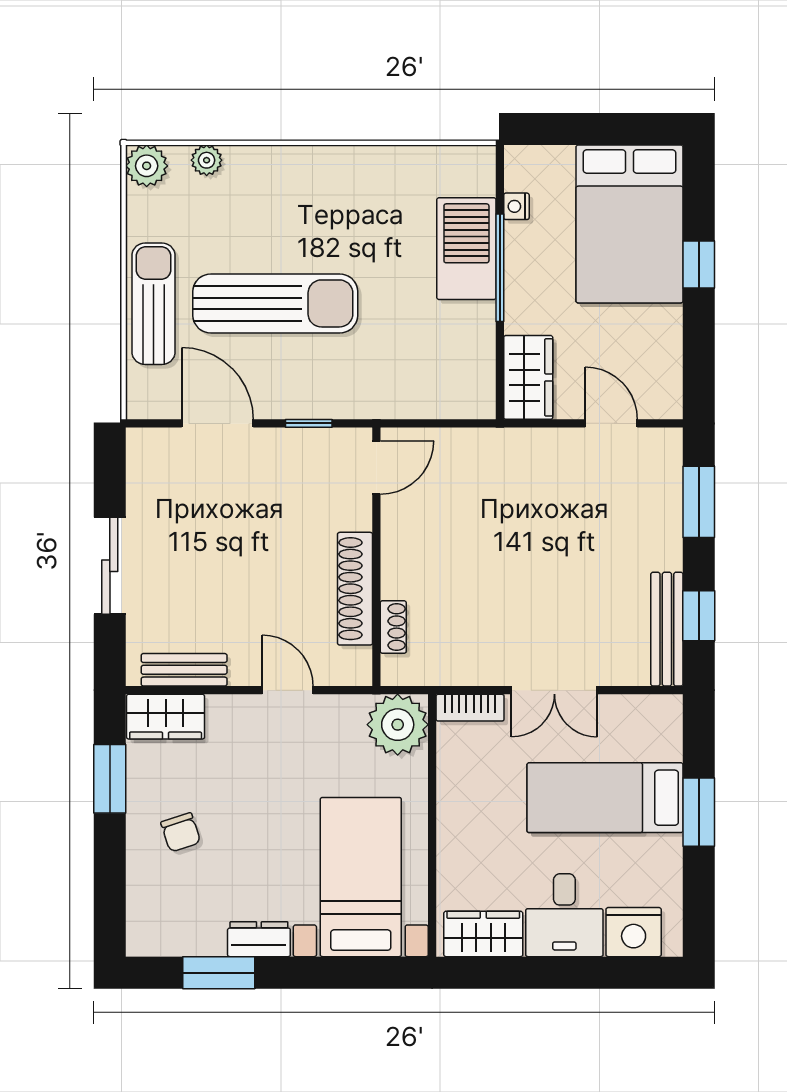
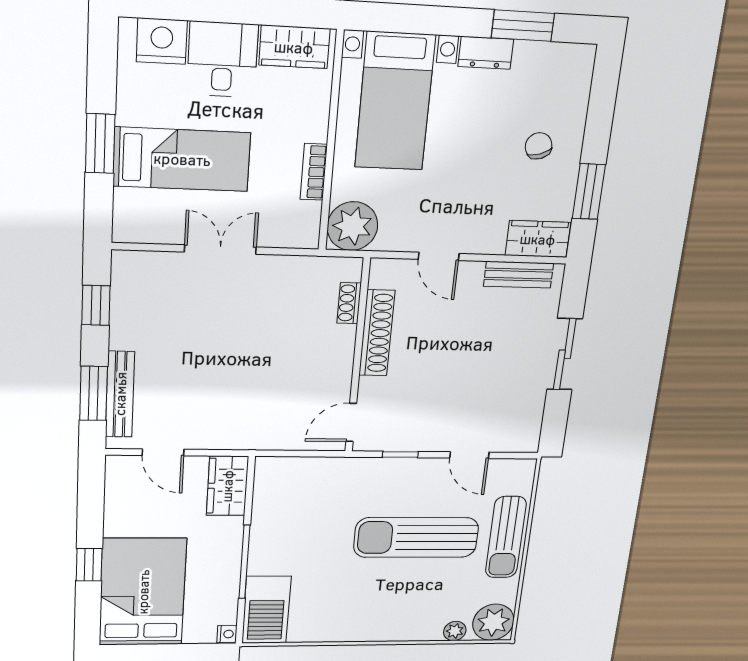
plant: (147, 166) -> (493, 622), width x1.36, depth x1.36
nightstand: (516, 206) -> (227, 634), moved
barbecue: (466, 249) -> (266, 610), moved
door: (218, 423) -> (469, 455), width x0.73
bench: (667, 629) -> (120, 394), moved
bookcase: (470, 708) -> (314, 172), moved, turned -90

